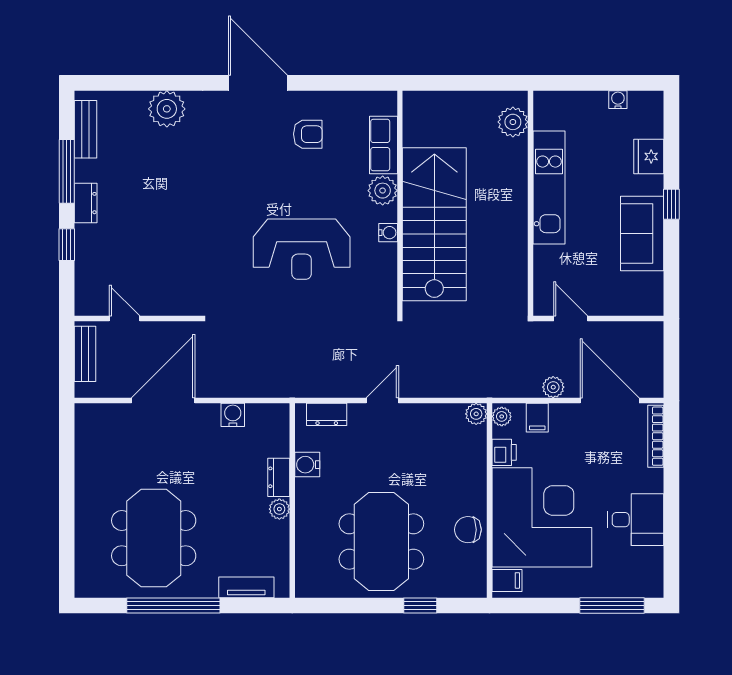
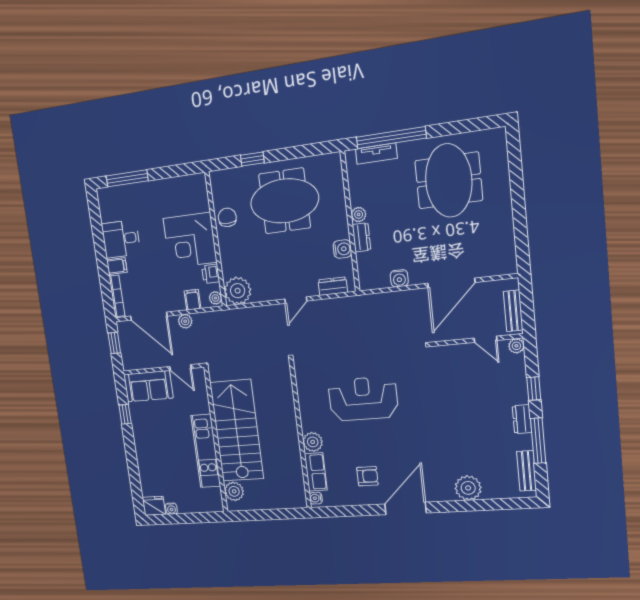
door: (258, 83) -> (405, 508), swing flipped
armchair: (308, 134) -> (367, 476), turned 180
fridge: (649, 156) -> (154, 506), moved, turned -90
window: (671, 204) -> (125, 414), moved
stairs: (434, 224) -> (237, 431), moved, turned 180
water cooler: (388, 233) -> (316, 498), moved
sofa: (642, 234) -> (148, 386), moved, turned 90
plant: (85, 306) -> (516, 346), added
window: (671, 366) -> (114, 343), added
plant: (476, 414) -> (238, 291), width x1.88, depth x1.88
corner desk: (542, 517) -> (190, 240), width x0.74, depth x0.74
chair: (468, 530) -> (227, 217), turned -90
meeting table: (381, 541) -> (285, 201), turned 90
filing cabinet: (507, 580) -> (117, 266), moved, turned 180
window: (173, 605) -> (391, 138), moved

